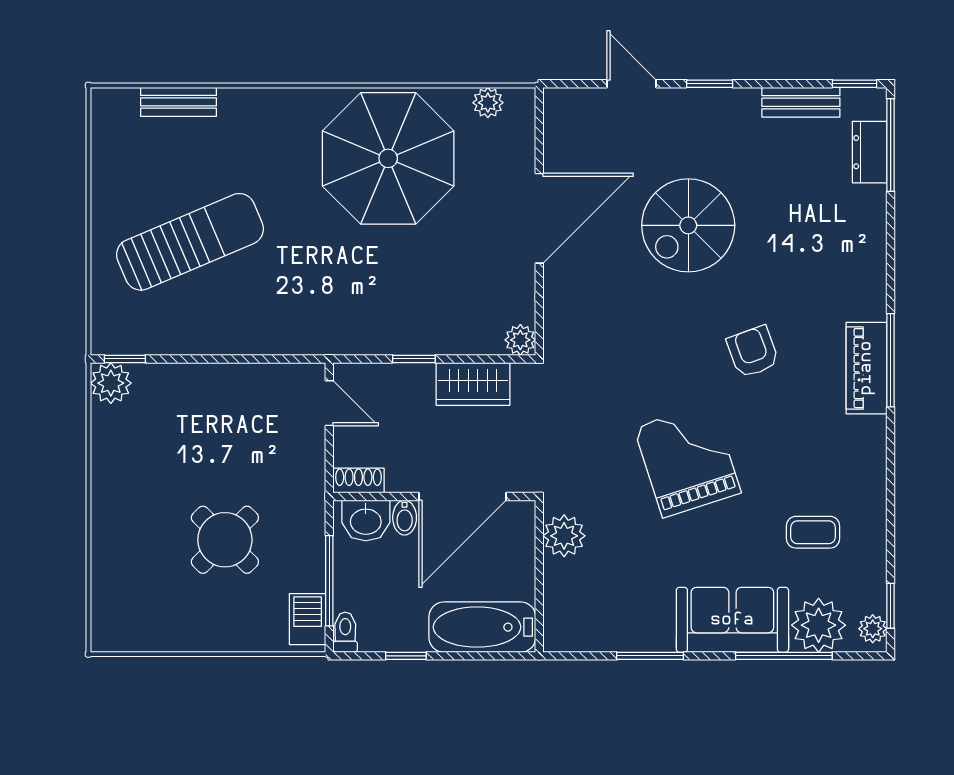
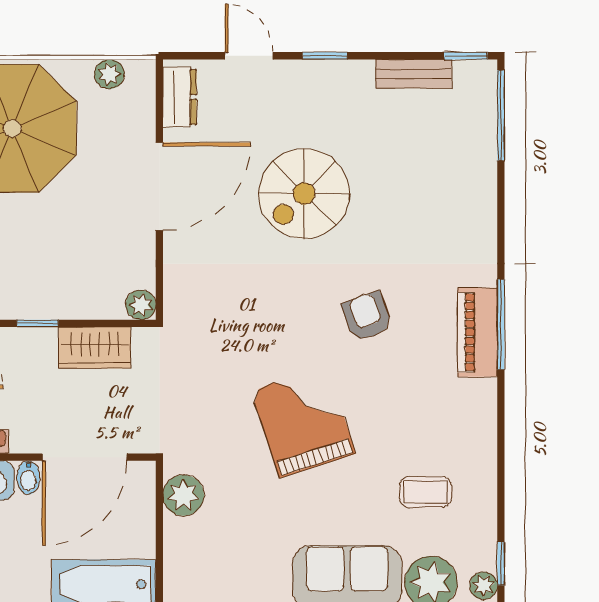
dresser: (870, 152) -> (180, 97), moved, turned 180

